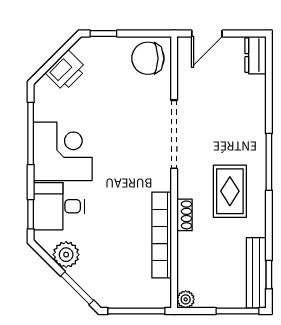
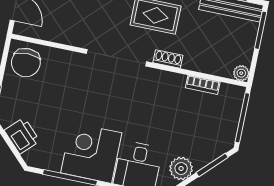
doorway: (174, 134) -> (116, 58), moved
bookcase: (162, 235) -> (203, 85), width x0.43, depth x0.76

